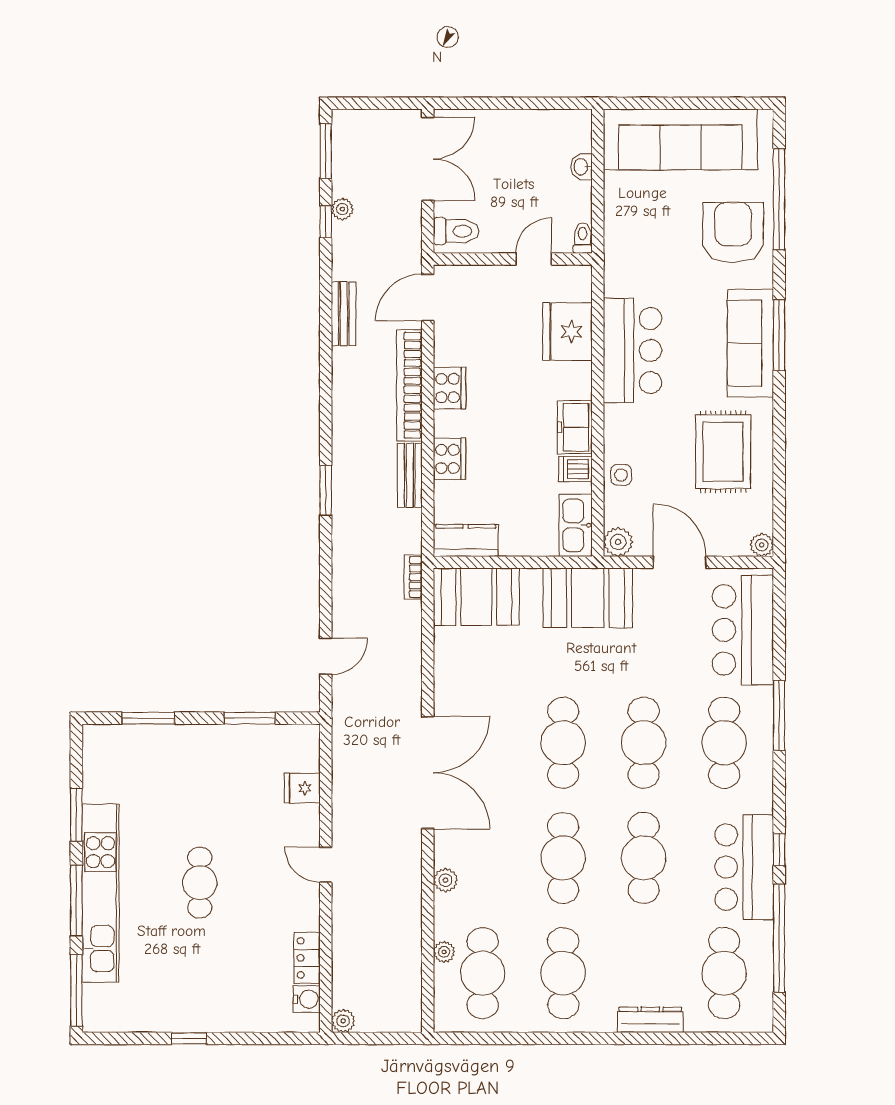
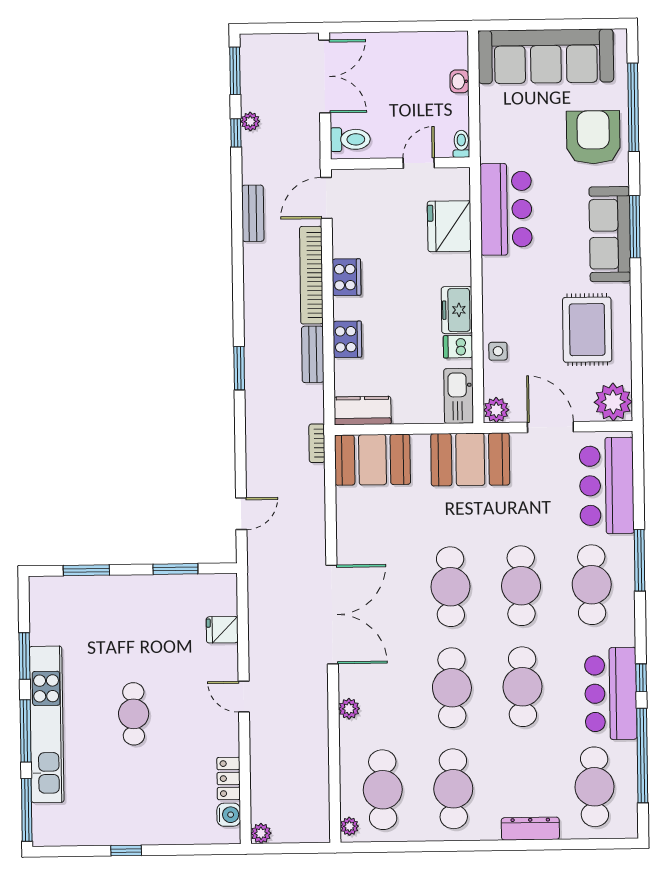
bar counter: (632, 350) -> (506, 209), moved
plant: (762, 545) -> (613, 402), width x1.88, depth x1.88
plant: (444, 952) -> (349, 826), moved

